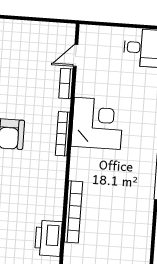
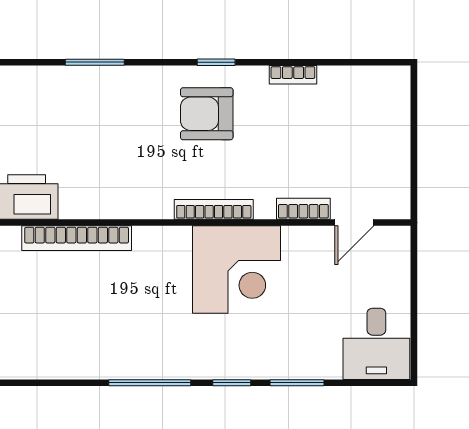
door: (76, 55) -> (354, 223), swing flipped

